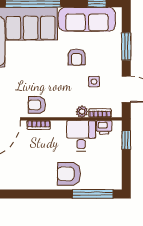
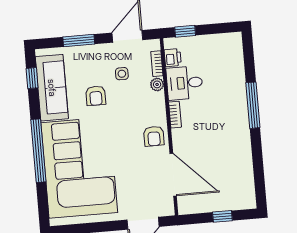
armchair: (77, 57) -> (96, 96), turned 90
bookcase: (39, 125) -> (175, 115), moved
armchair: (69, 174) -> (229, 93), removed
window: (93, 194) -> (253, 105), moved

